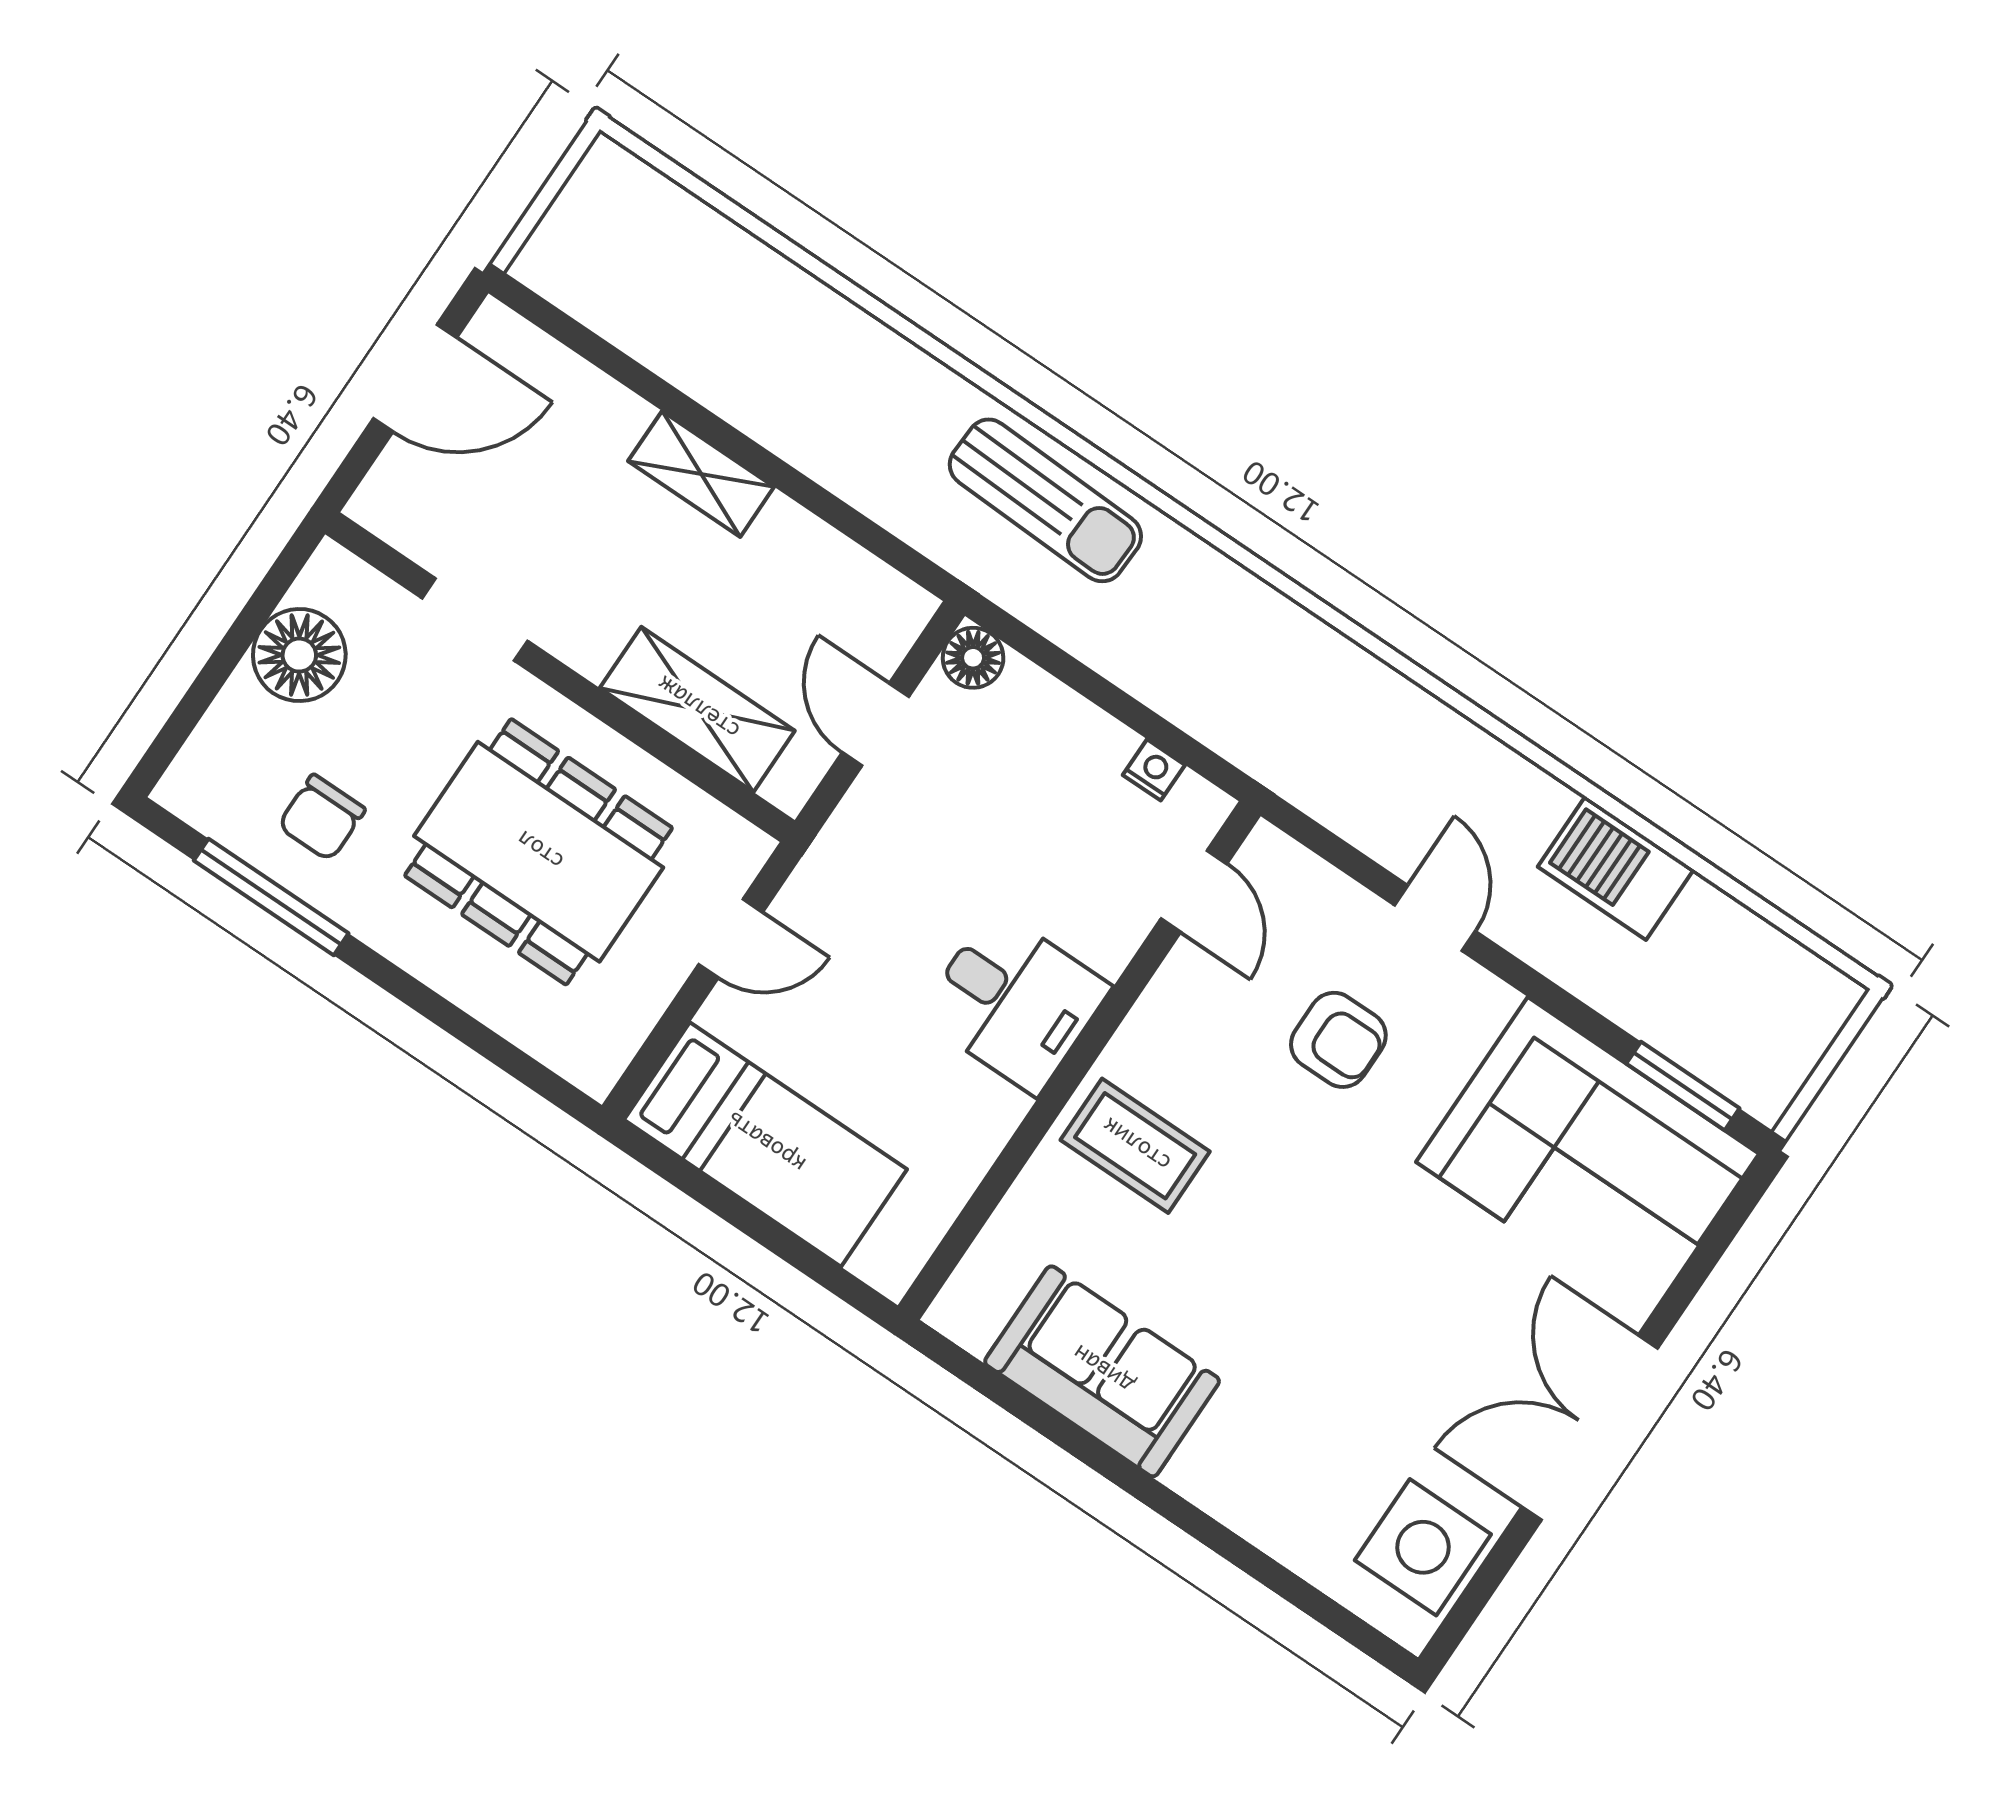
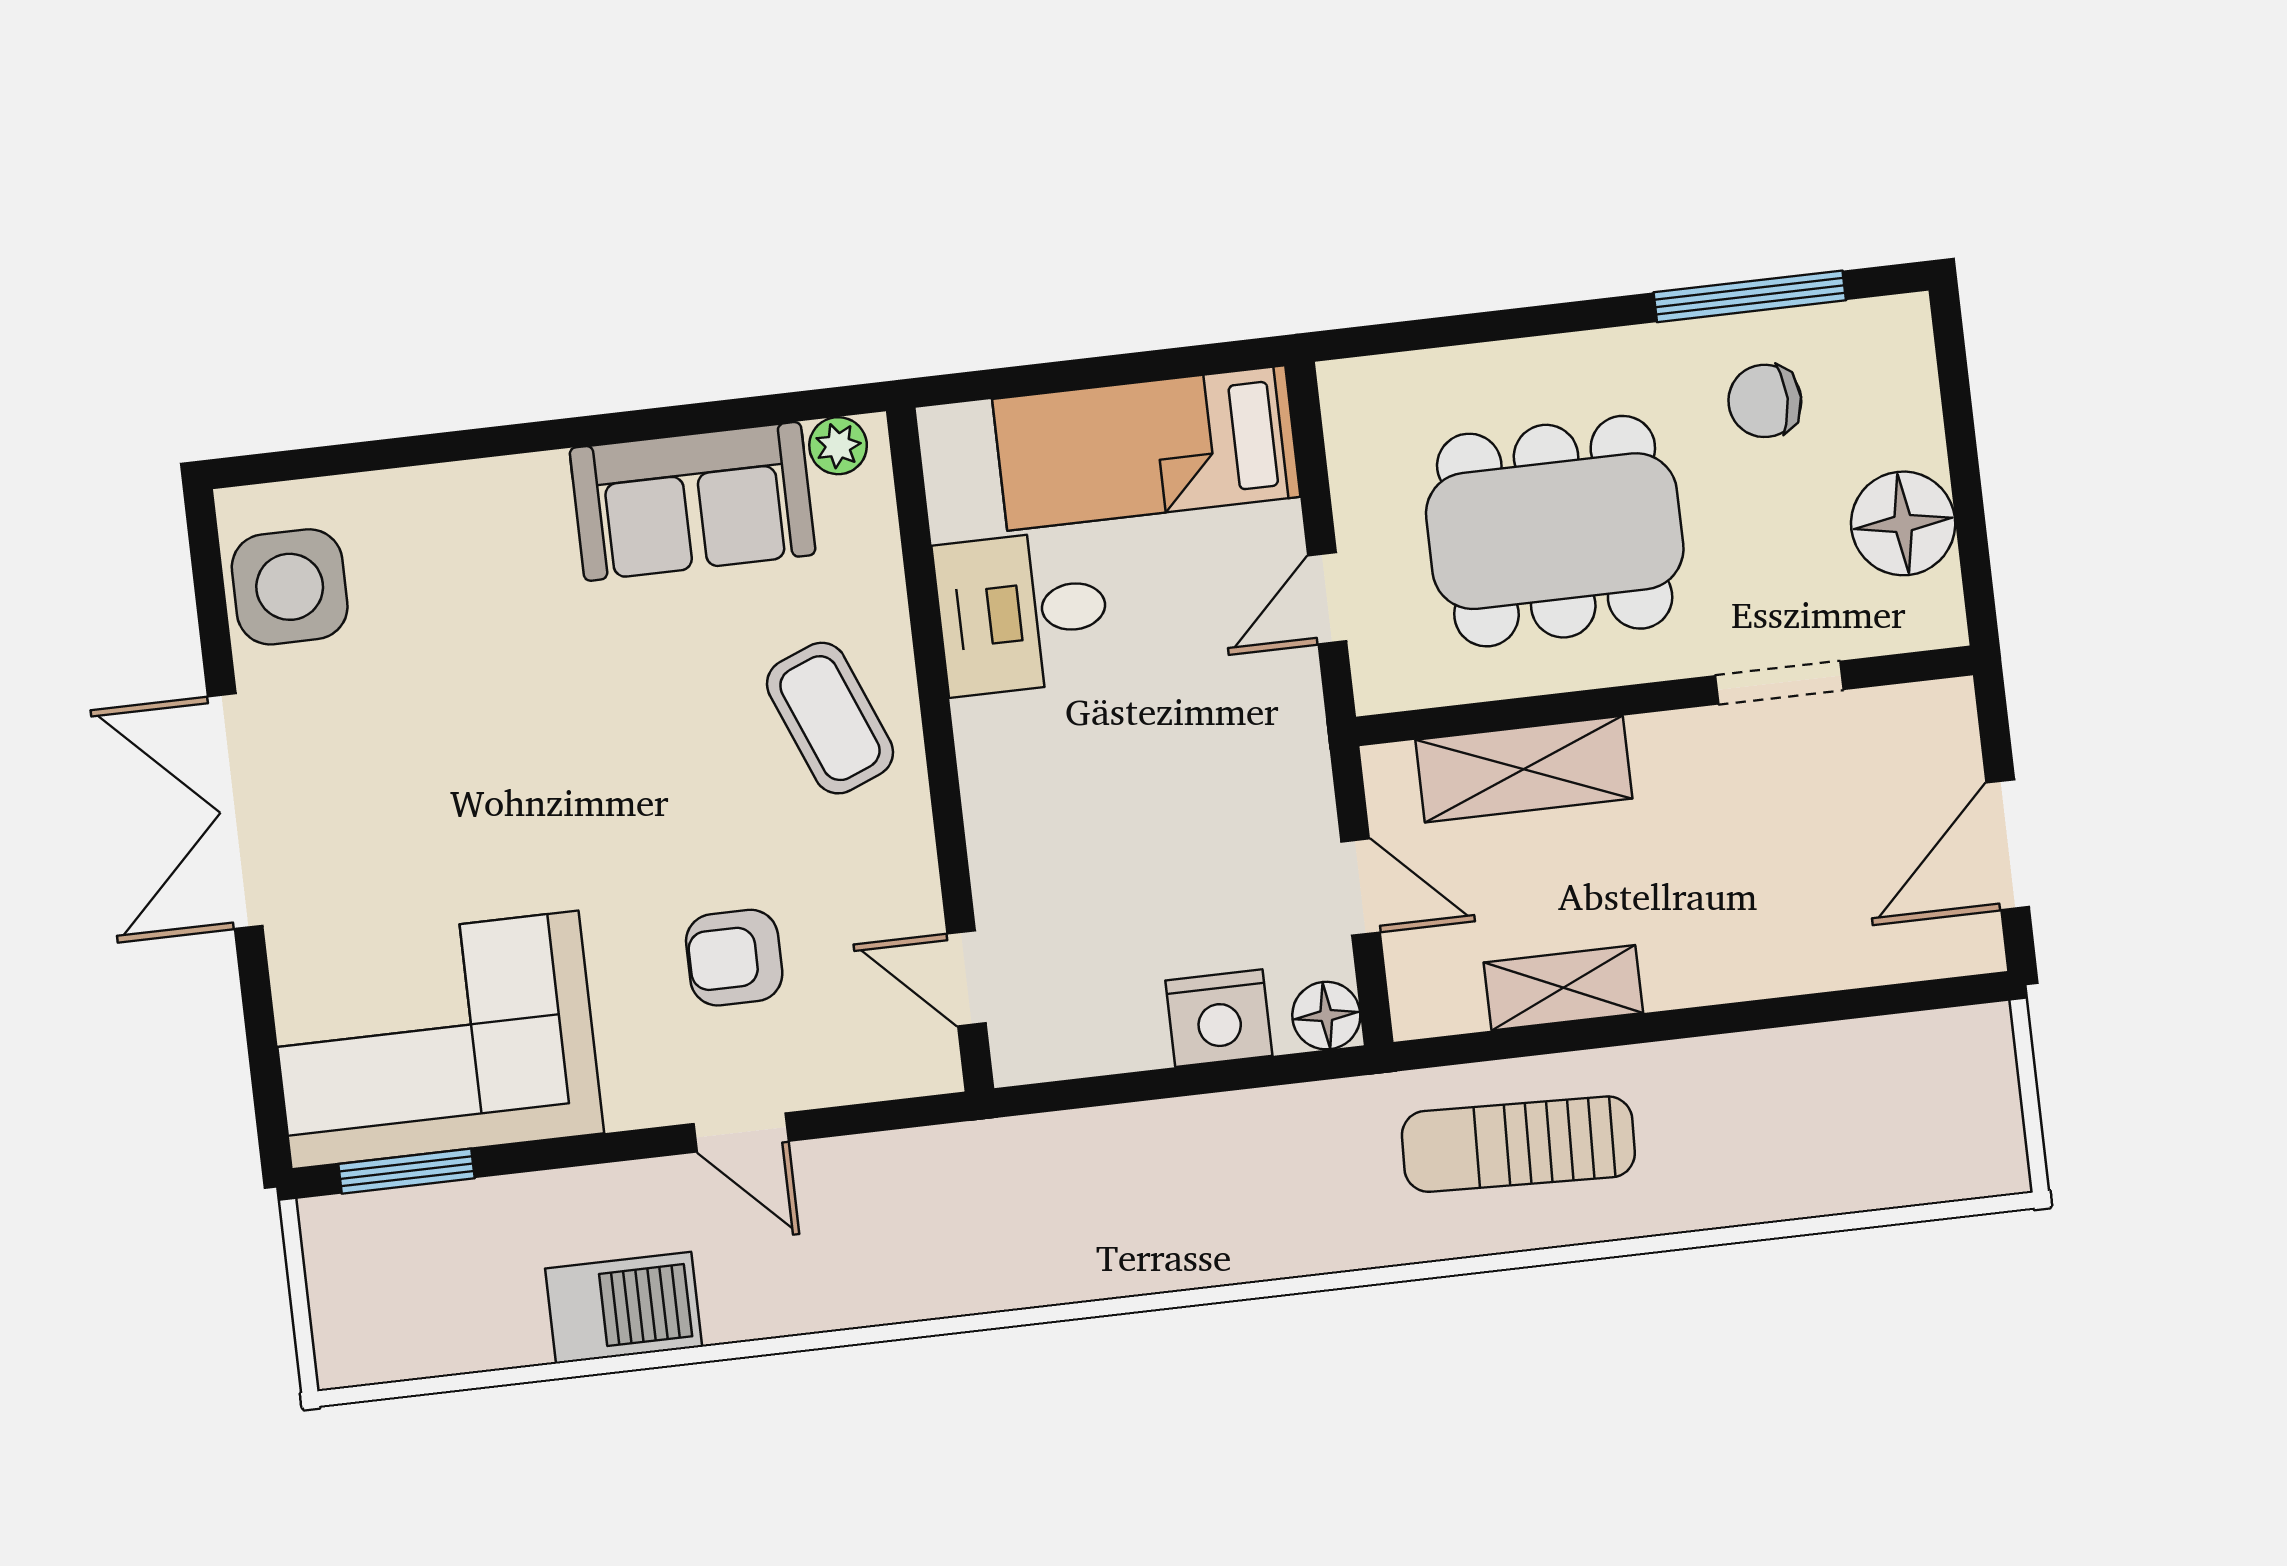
shelving: (701, 474) -> (1563, 988), moved
sun lounger: (1045, 500) -> (1518, 1144), moved
nightstand: (1154, 770) -> (1219, 1018), moved, width x1.89, depth x1.79
chair: (322, 818) -> (1765, 401), turned -90
desk: (1015, 1001) -> (1022, 612), moved
coffee table: (1135, 1146) -> (830, 718), turned 68
plant: (972, 1325) -> (838, 446), added
double door: (1590, 1428) -> (235, 811), swing flipped

